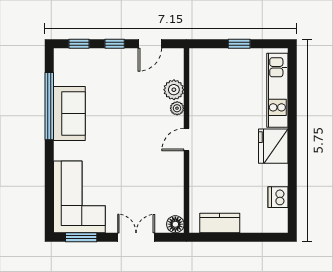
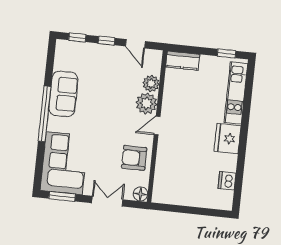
door: (150, 44) -> (135, 44), hinge flipped
window: (239, 44) -> (226, 53), moved
window: (49, 106) -> (45, 114), moved
plant: (177, 108) -> (146, 103), width x1.88, depth x1.88
armchair: (163, 182) -> (134, 158), added
kitchen counter: (220, 223) -> (183, 61), moved, turned 180

